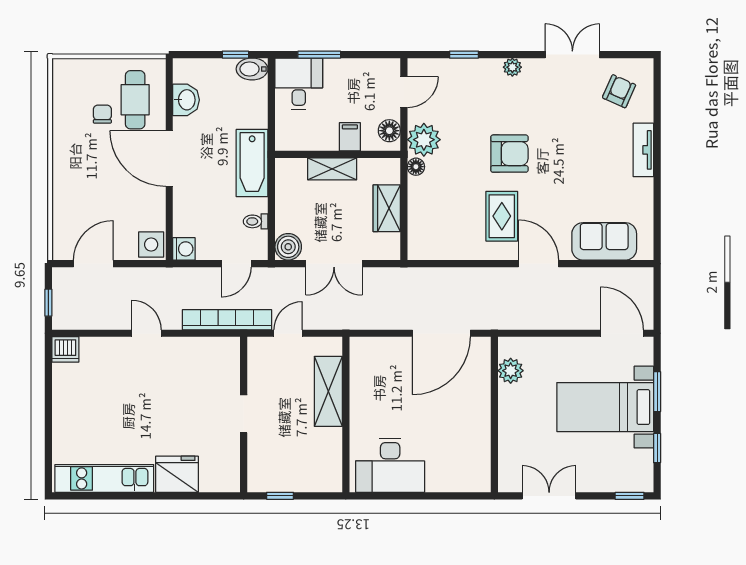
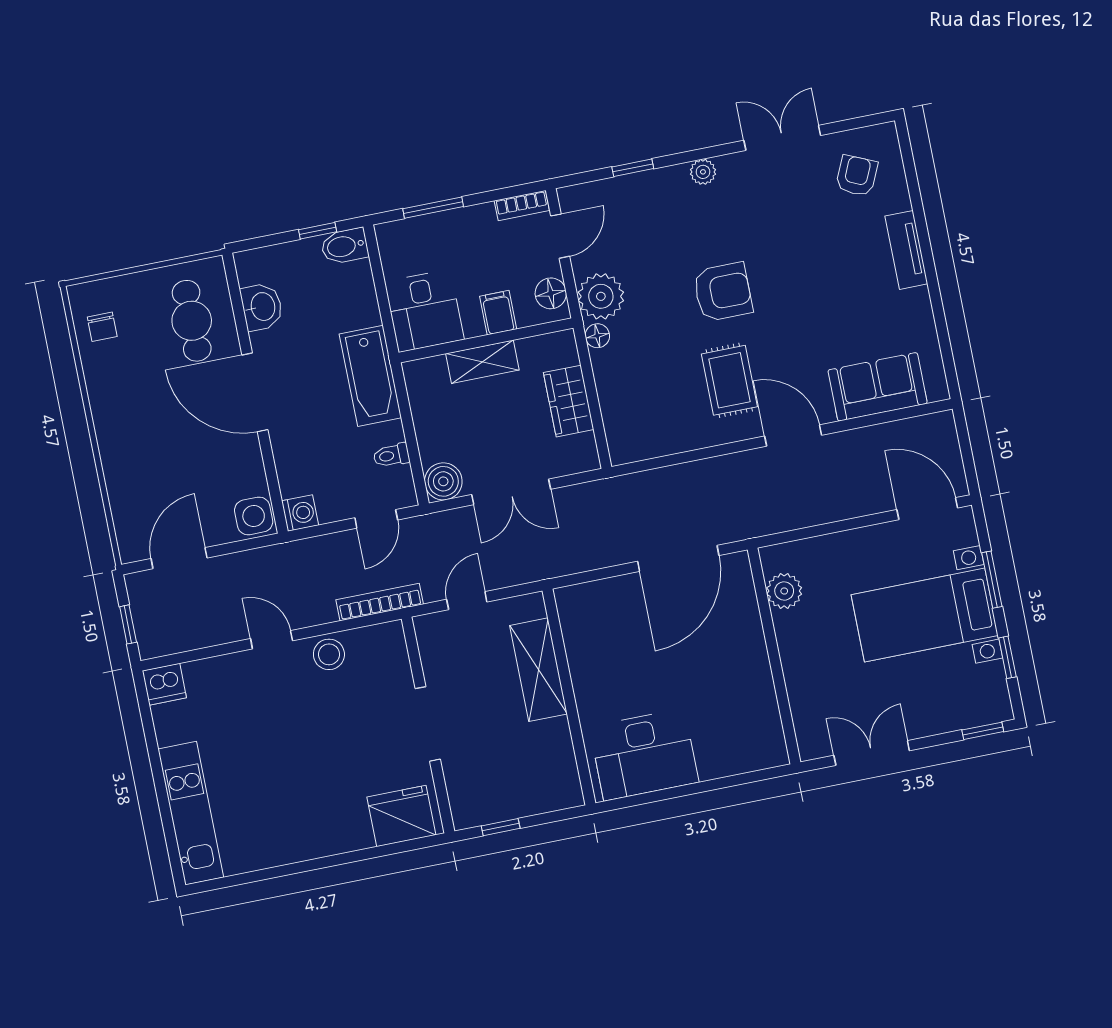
bookcase: (381, 65) -> (522, 206), added
desk: (299, 84) -> (424, 311), moved, turned 180
chair: (102, 114) -> (102, 327), moved, turned 180
bookcase: (227, 320) -> (380, 602), width x0.68, depth x0.76
stool: (184, 351) -> (329, 654), added
doorway: (244, 414) -> (428, 724), width x1.38
fridge: (177, 474) -> (401, 816), moved
kitchen unit: (104, 478) -> (191, 813), moved, turned 90

